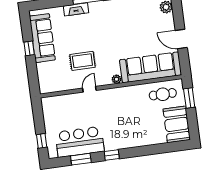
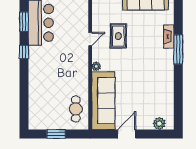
door: (89, 89) -> (90, 39), hinge flipped
window: (189, 98) -> (56, 134), moved
booth: (177, 124) -> (45, 118), removed

